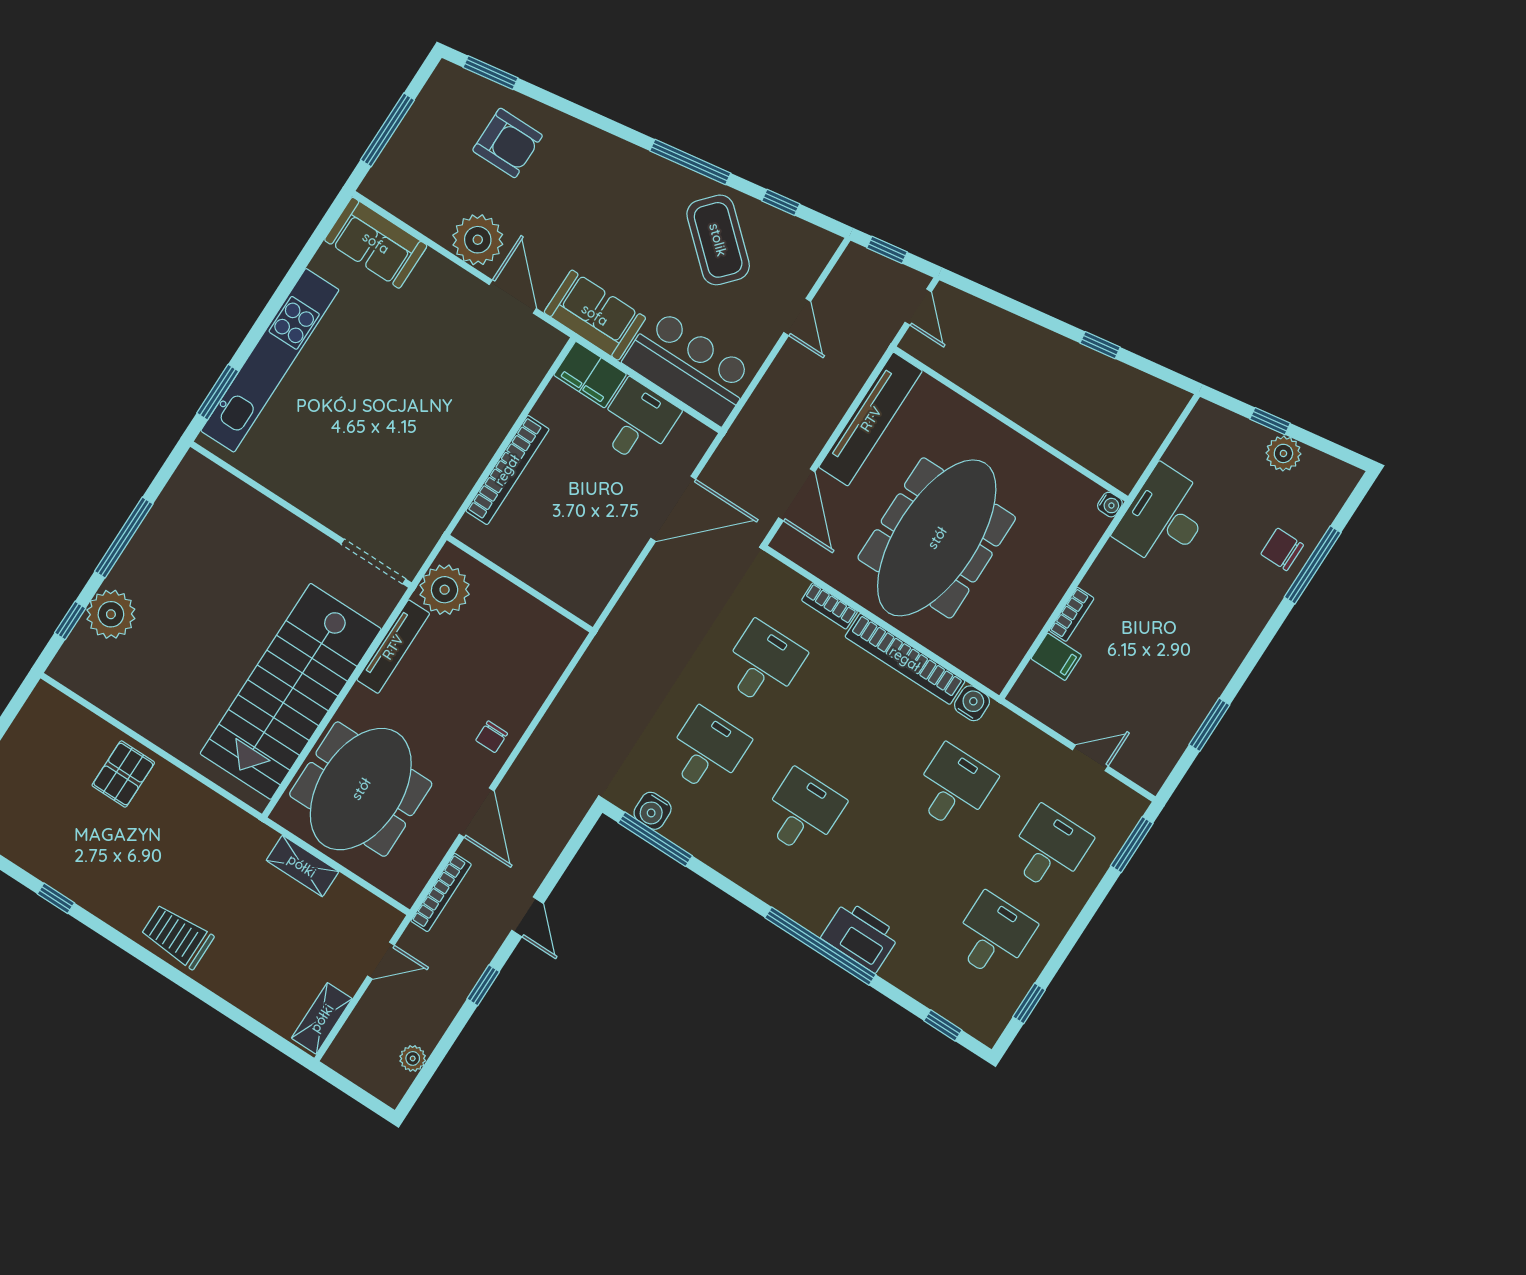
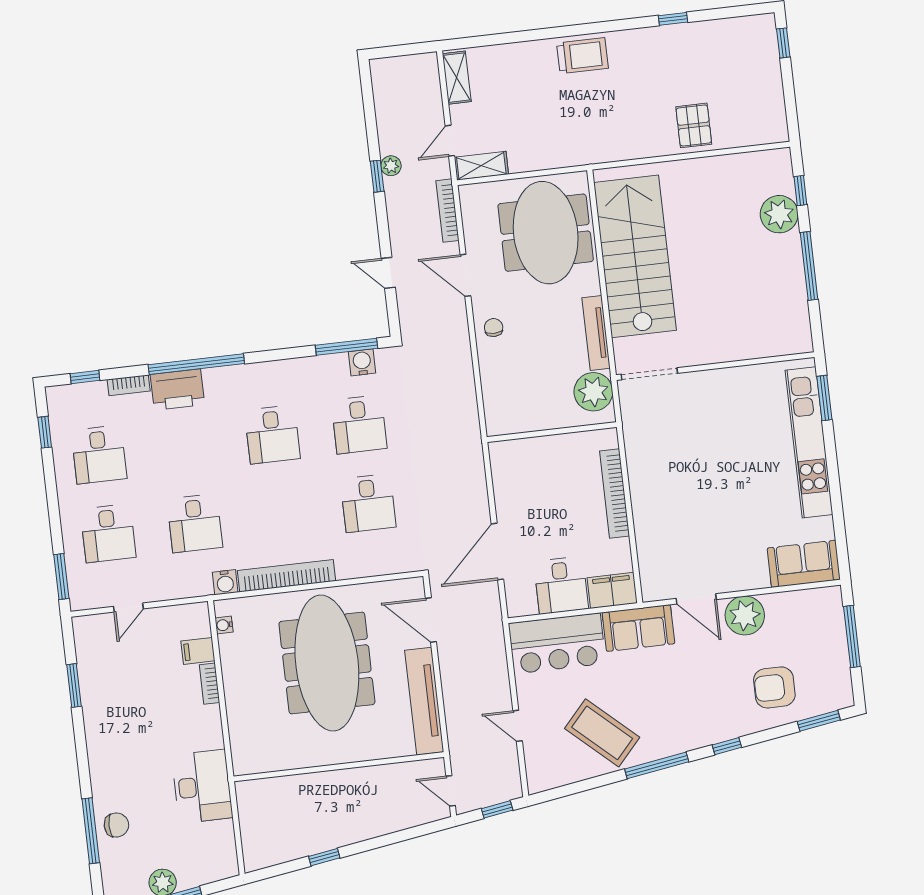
window: (781, 202) -> (727, 746), moved
water cooler: (1110, 505) -> (224, 625), moved
bookcase: (829, 606) -> (129, 385), moved, turned 180
shelving: (302, 866) -> (481, 166), moved
door: (527, 917) -> (388, 273), moved
plant: (413, 1058) -> (391, 166), moved

